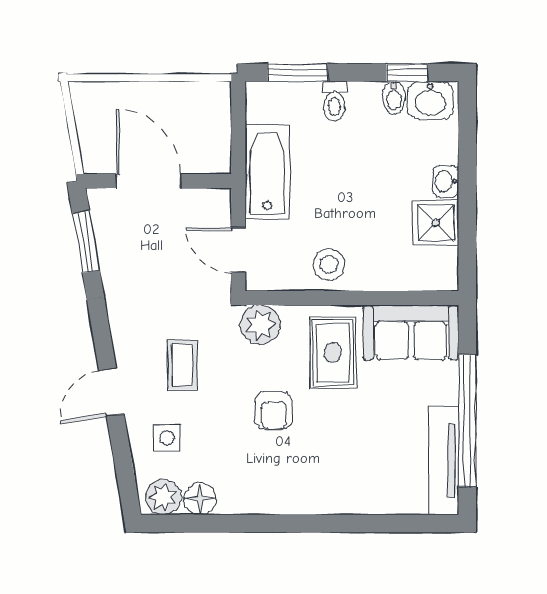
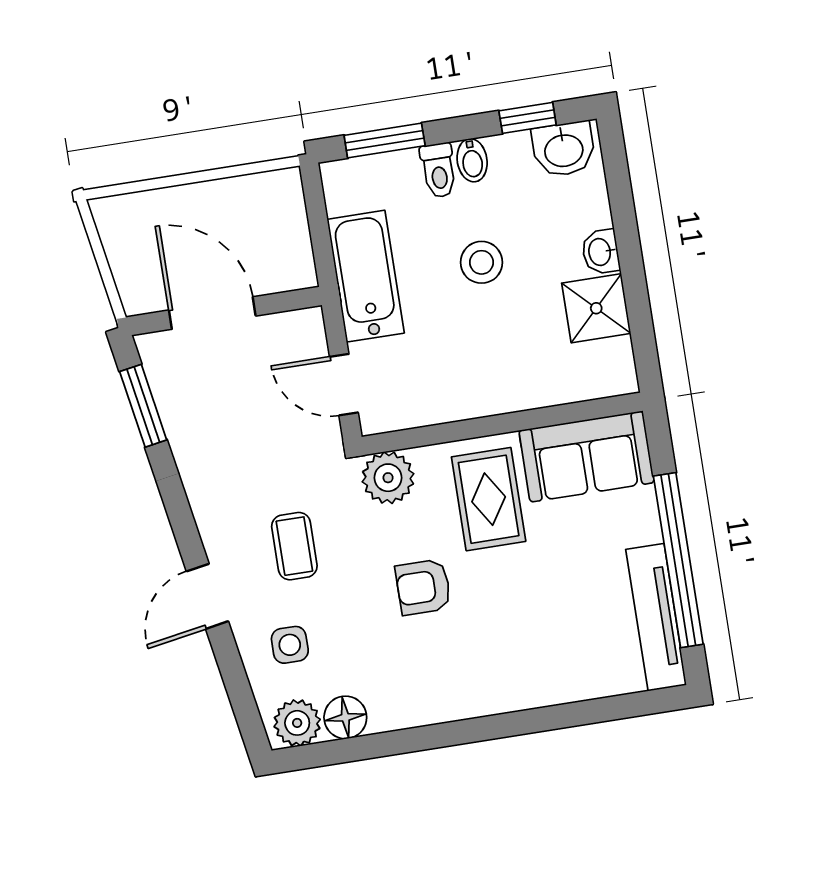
bidet: (394, 98) -> (472, 160), moved
stool: (329, 264) -> (482, 262), moved
armchair: (274, 411) -> (423, 587), turned 90

